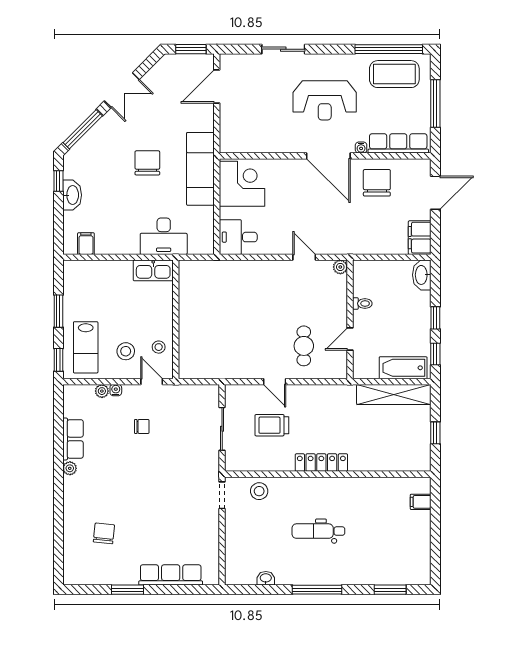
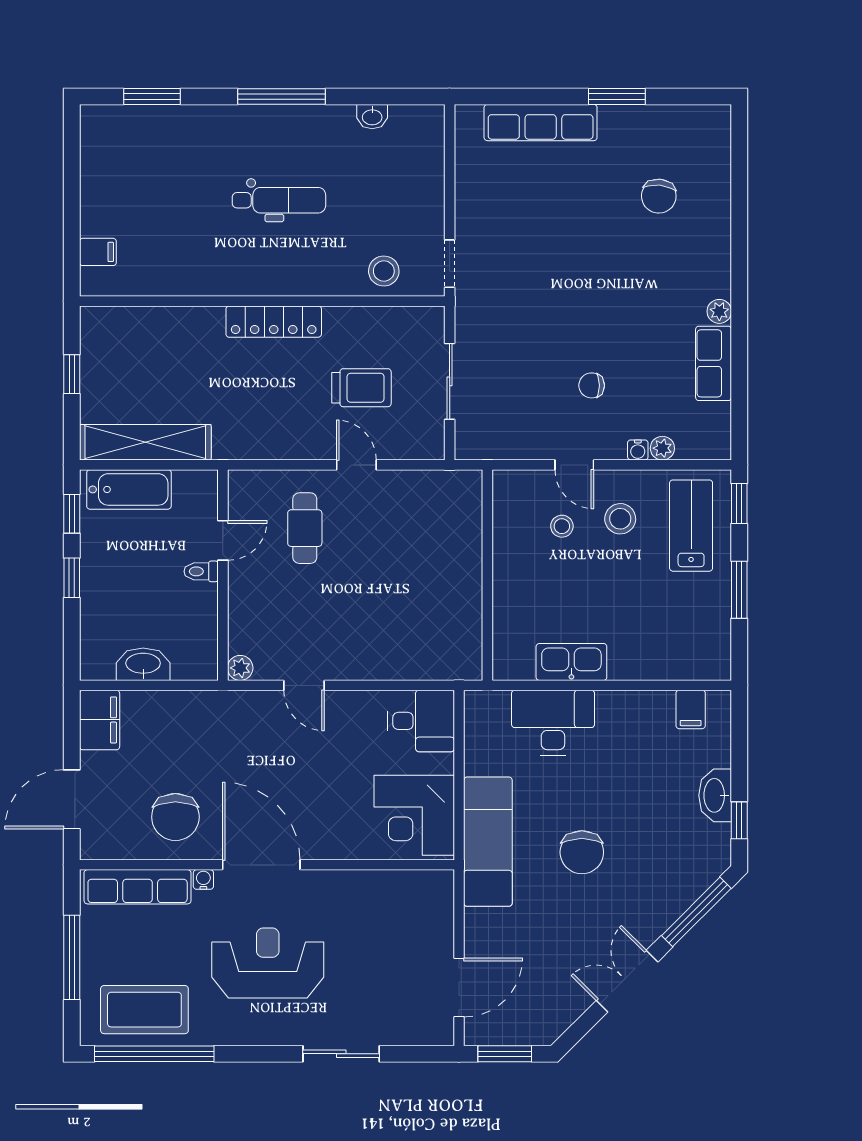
washbasin: (422, 275) -> (143, 664), moved, turned -90
toilet: (362, 304) -> (201, 571), moved
wall: (176, 319) -> (487, 575), moved

